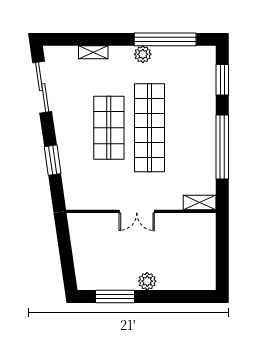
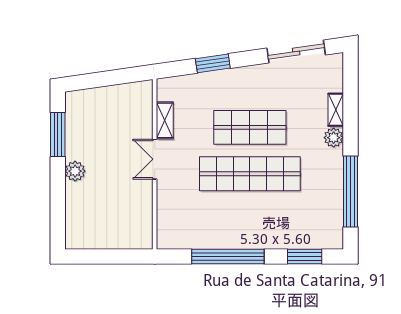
plant: (143, 54) -> (334, 138), moved
shelving: (200, 202) -> (165, 120), moved

